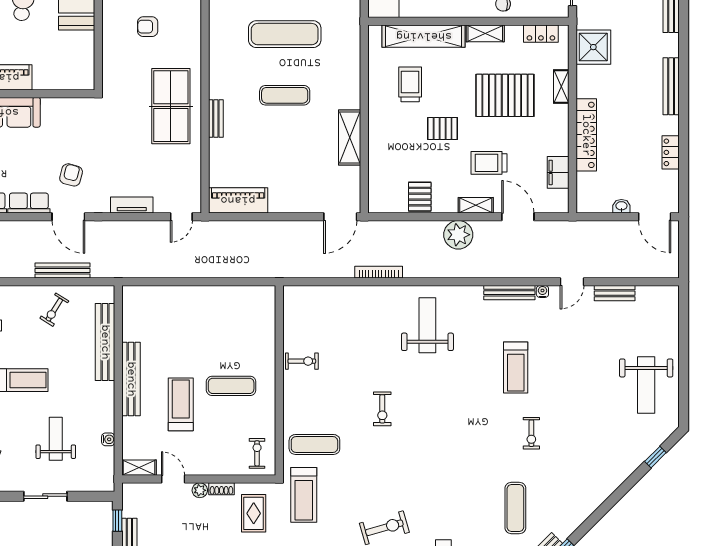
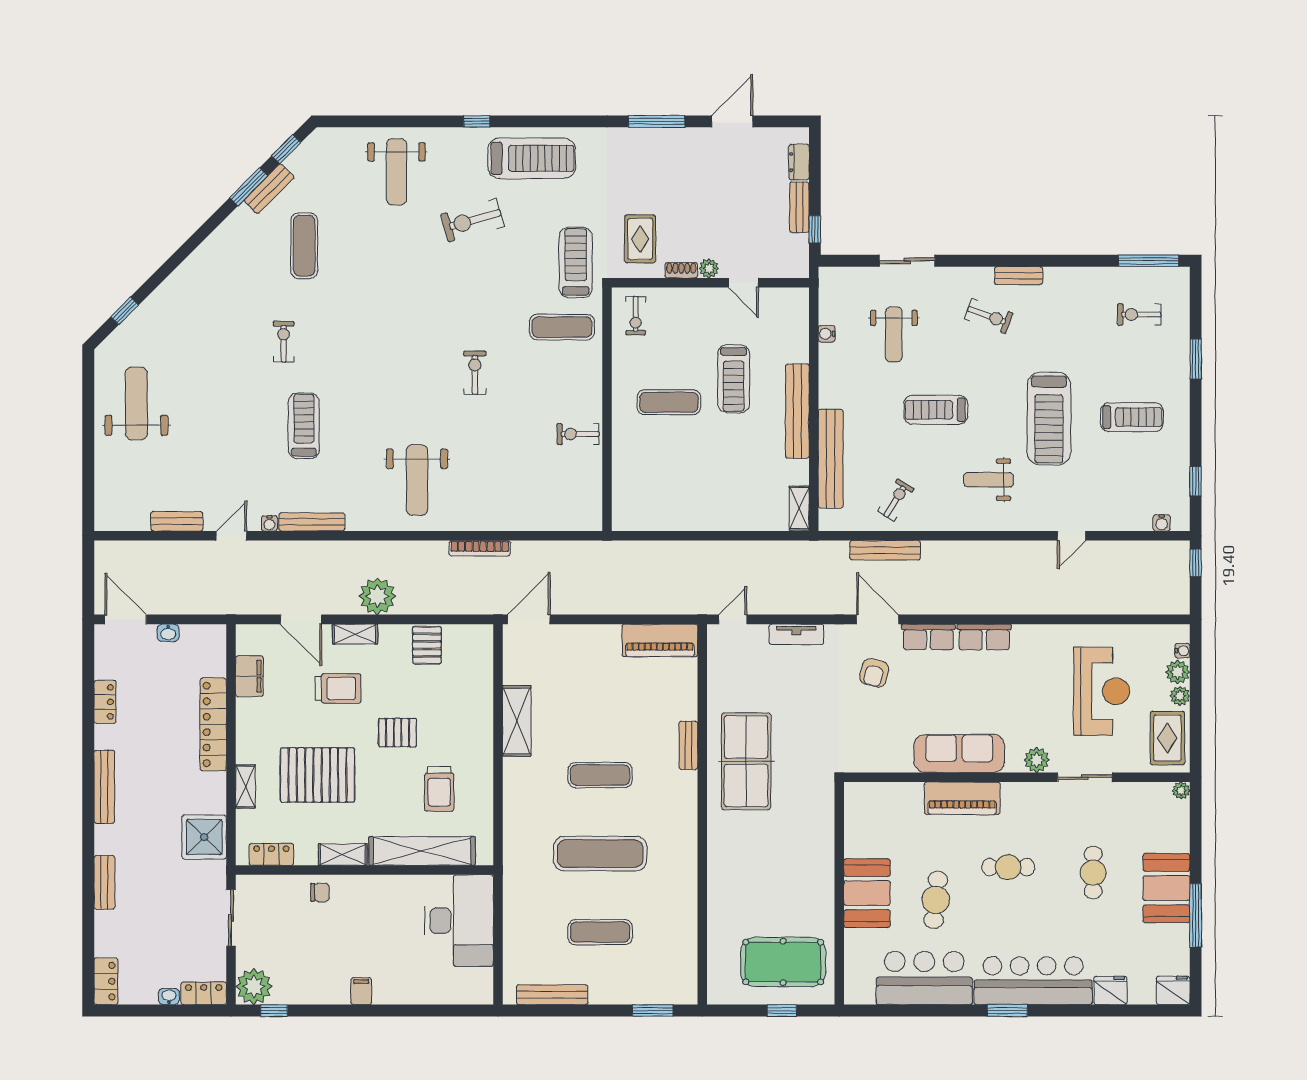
armchair: (148, 27) -> (776, 863), removed
shelving: (139, 468) -> (799, 508), moved, turned 90

